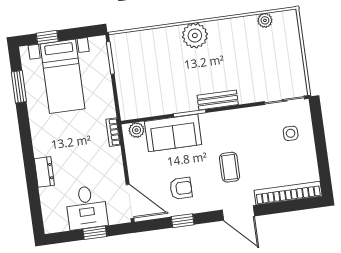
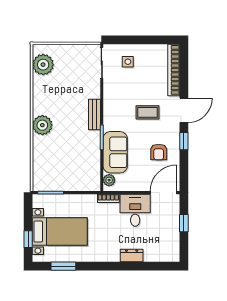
plant: (265, 20) -> (43, 65), width x1.87, depth x1.87
armchair: (181, 188) -> (159, 152), turned 180
desk: (86, 207) -> (135, 210), moved, turned -90
window: (183, 221) -> (184, 141), moved

